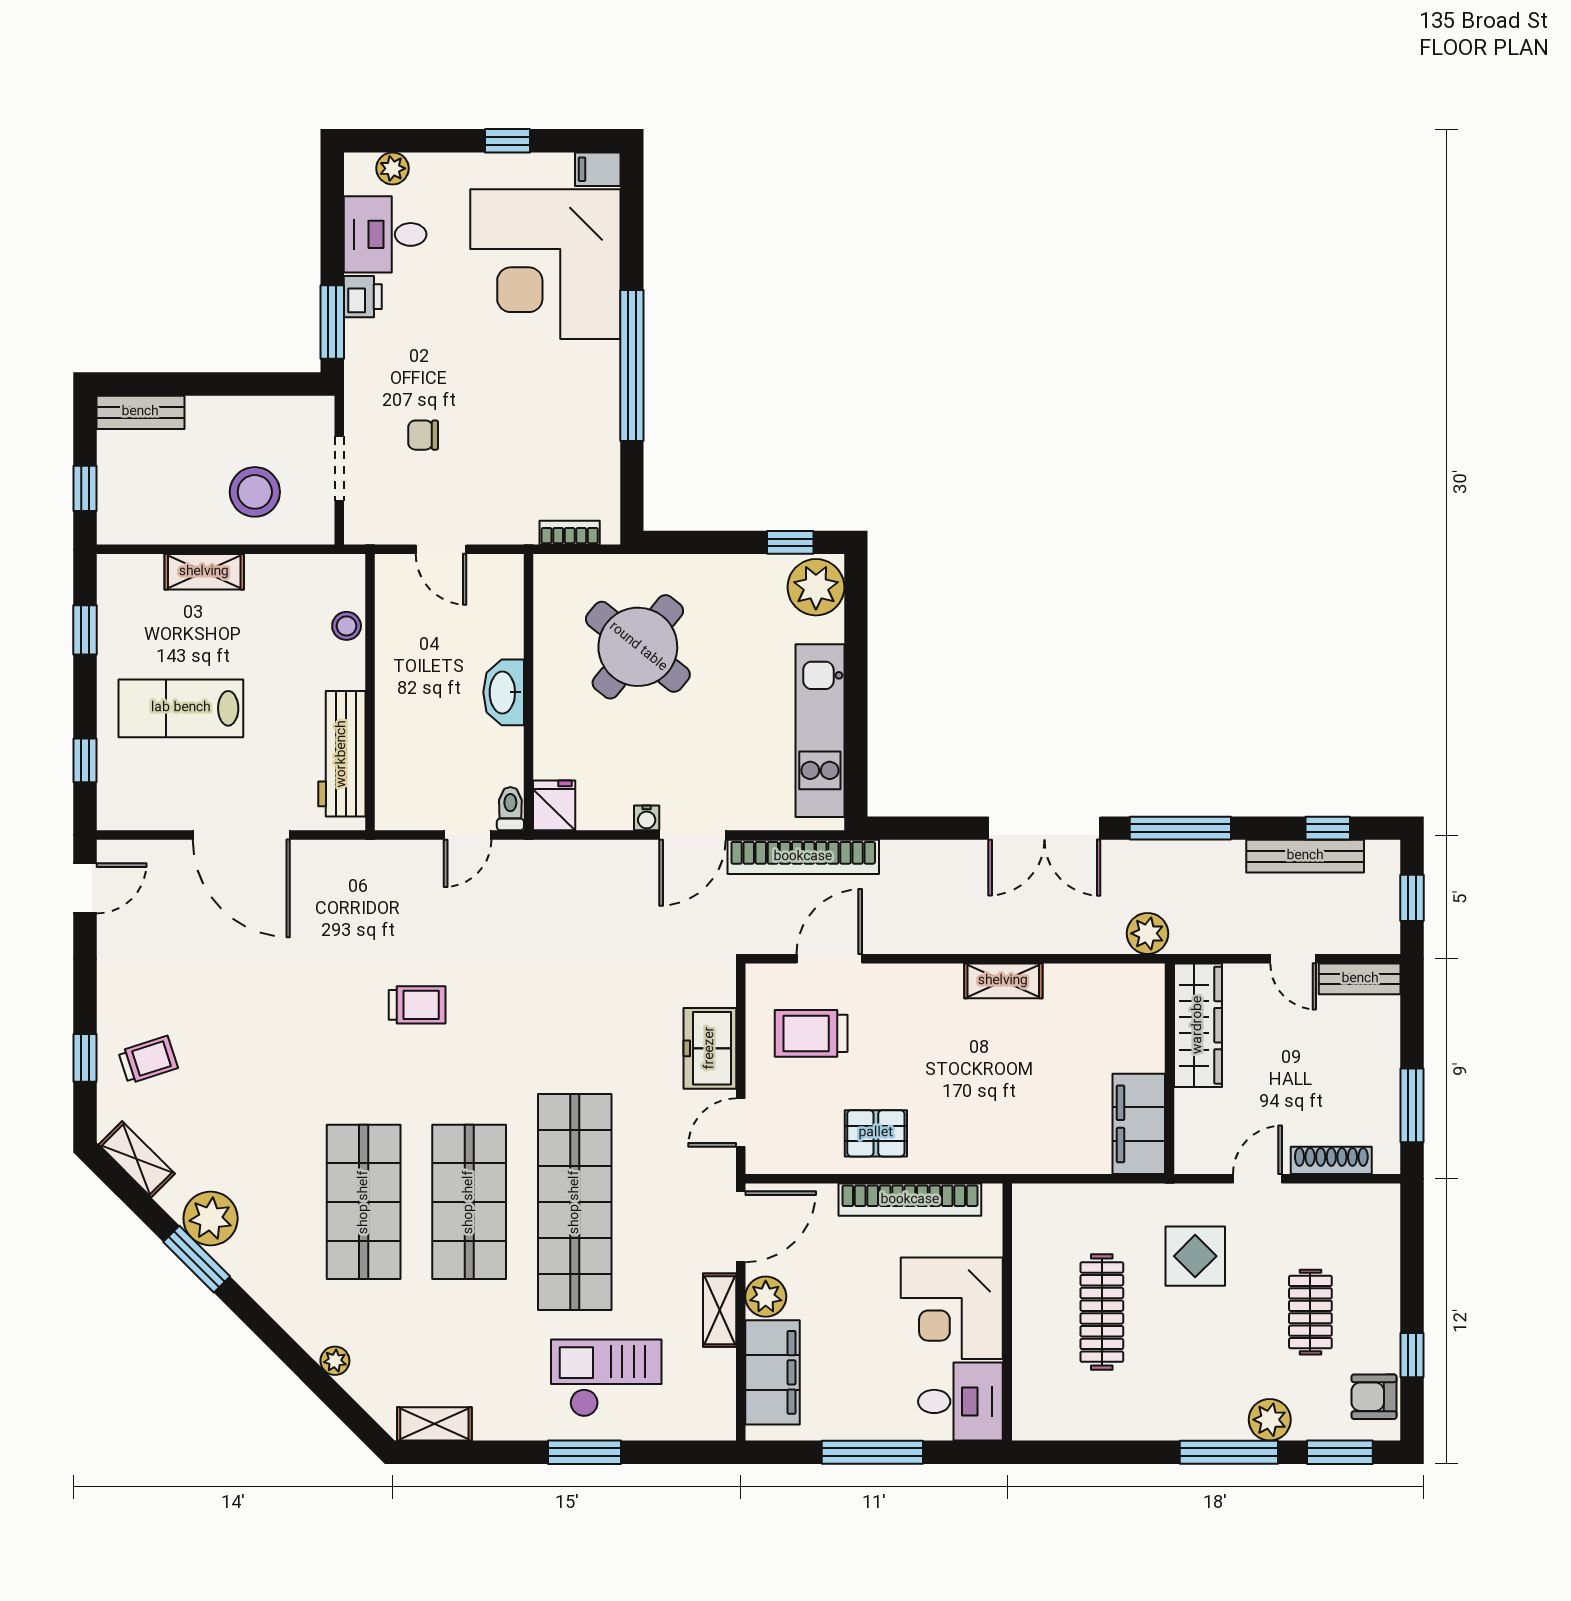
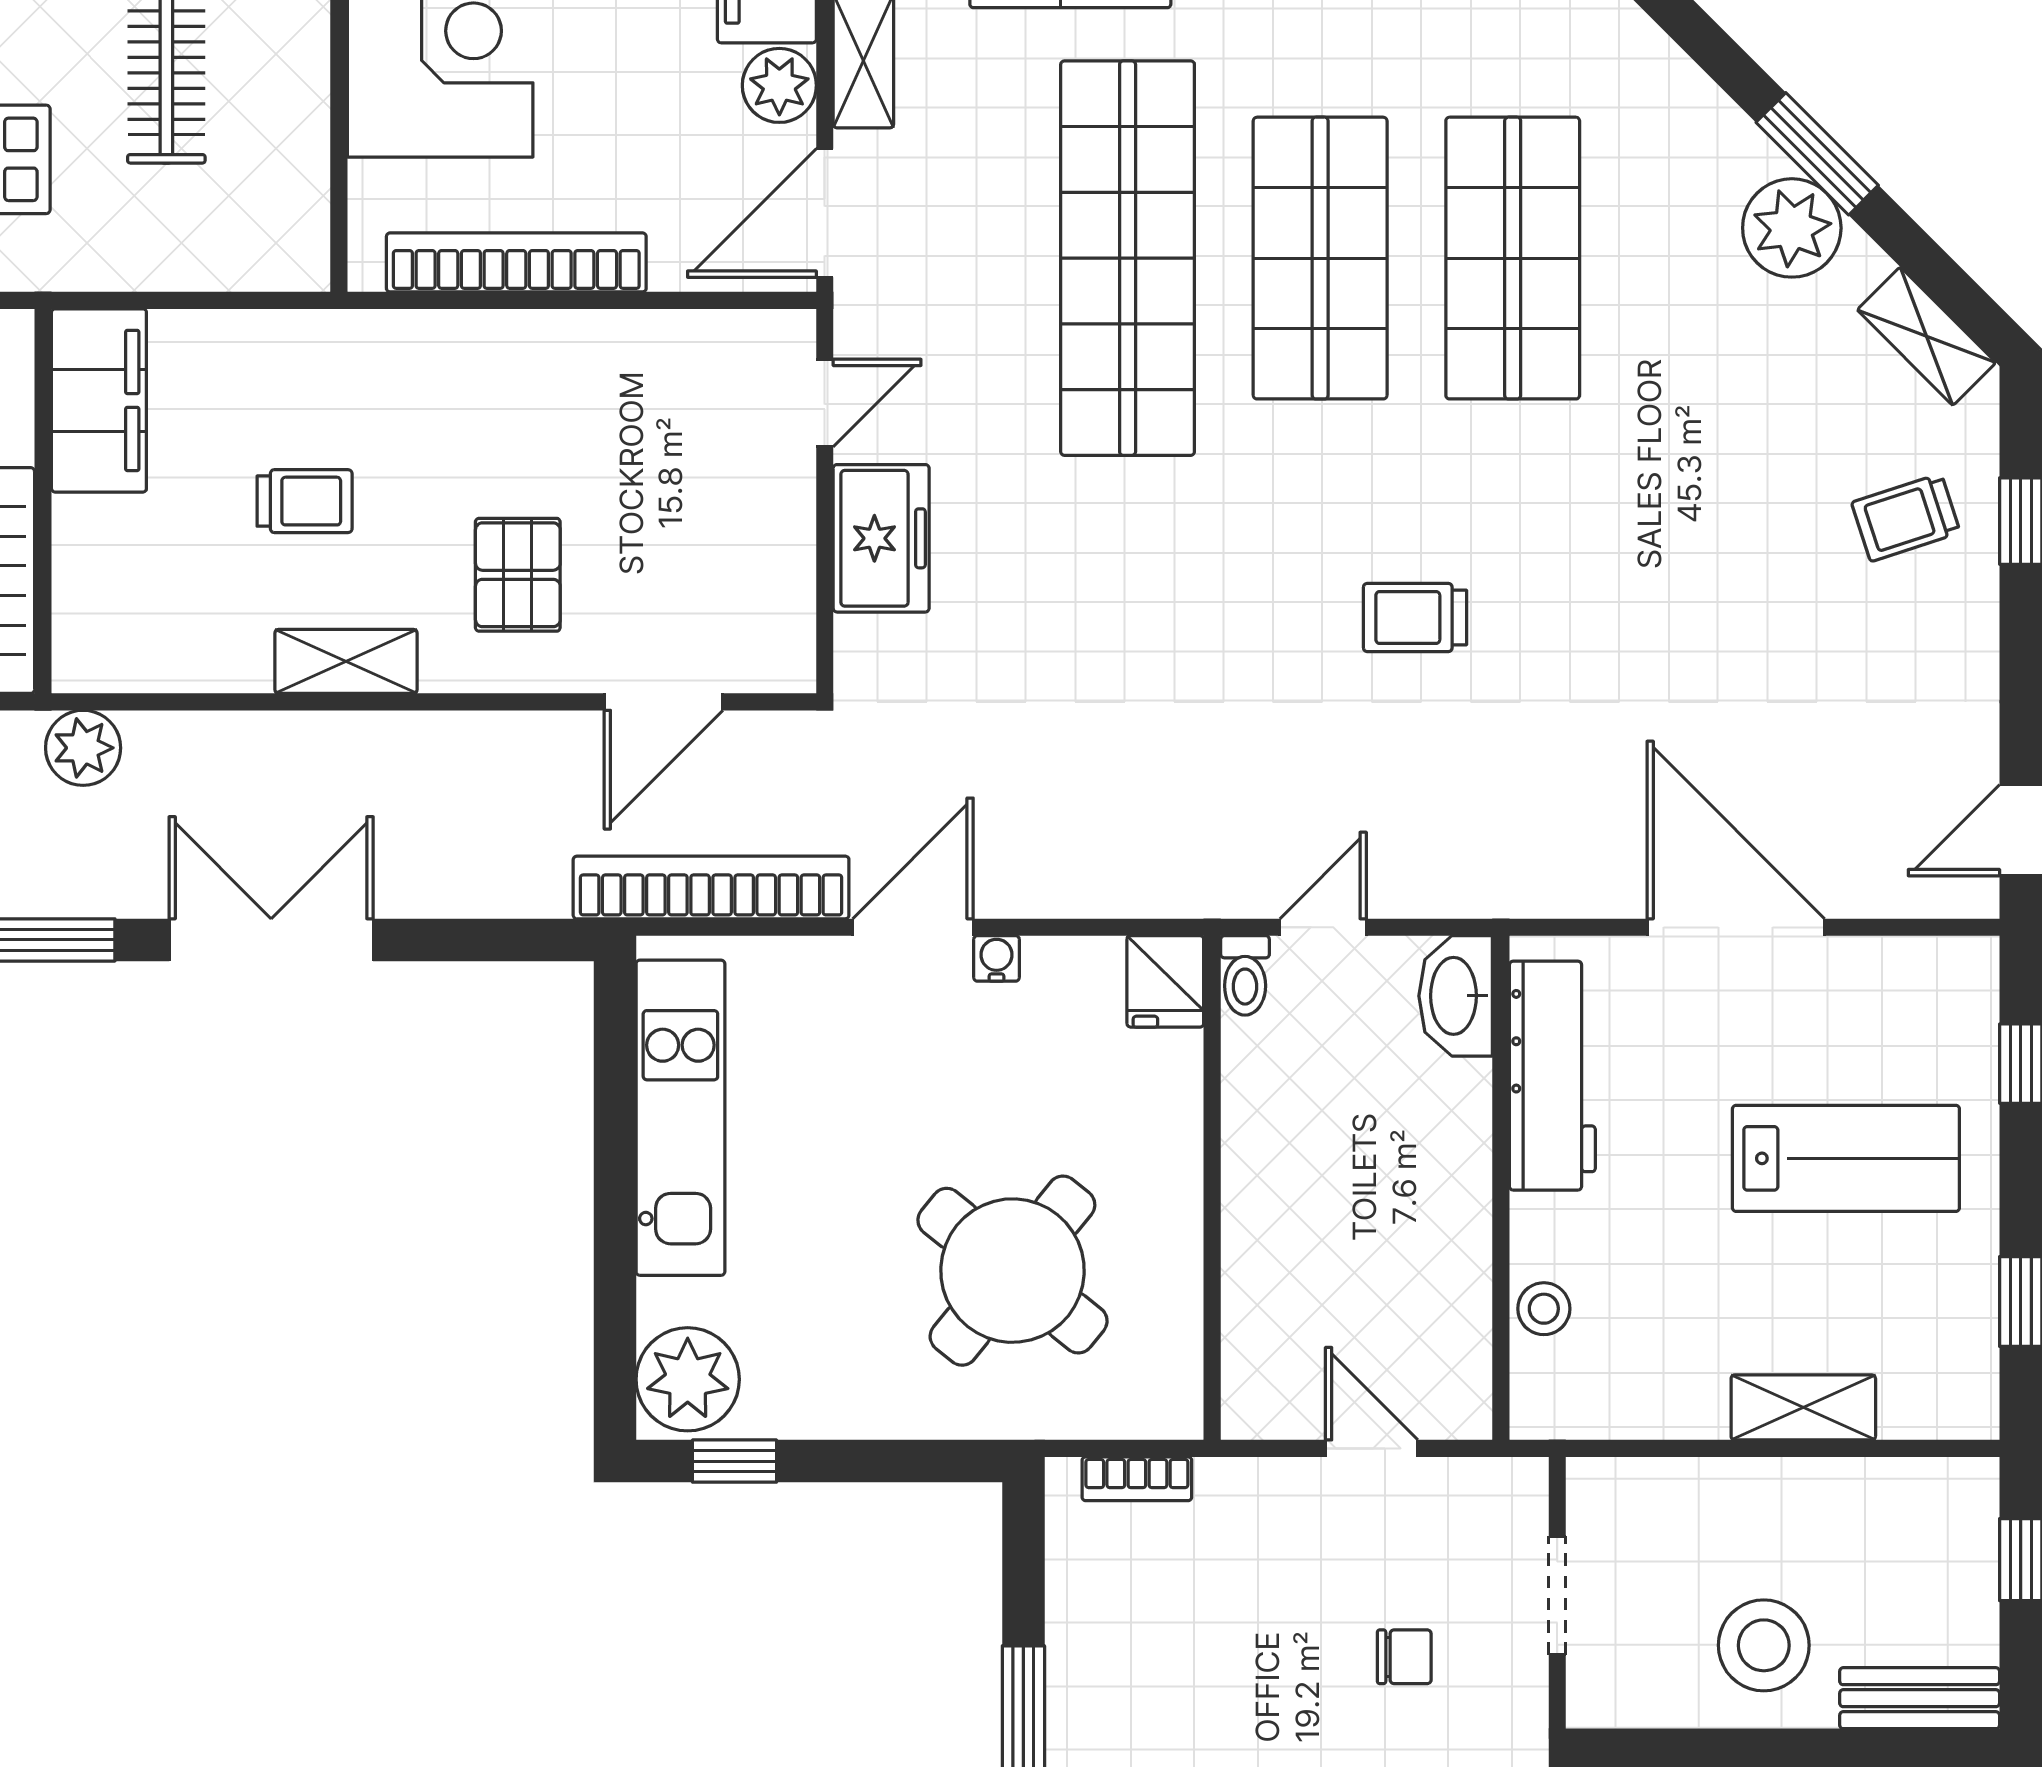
stool: (255, 492) -> (1764, 1645), moved
washbasin: (504, 692) -> (1456, 996), moved, turned 180
trolley: (811, 1033) -> (305, 501), moved, width x0.73, depth x0.72
pallet: (876, 1133) -> (518, 575), moved, turned 90

